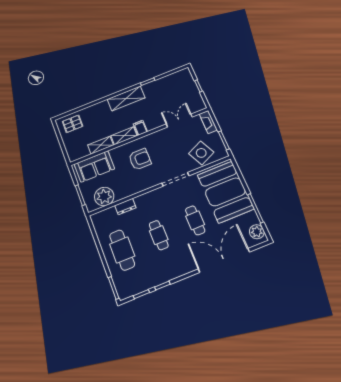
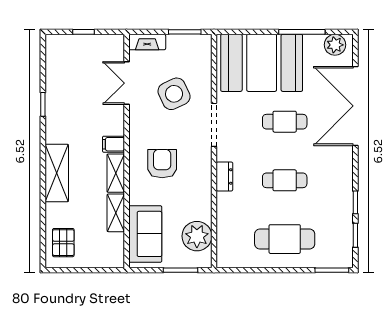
shelving: (126, 99) -> (57, 173), moved
side table: (201, 153) -> (174, 94), moved
dresser: (125, 207) -> (224, 176), moved

